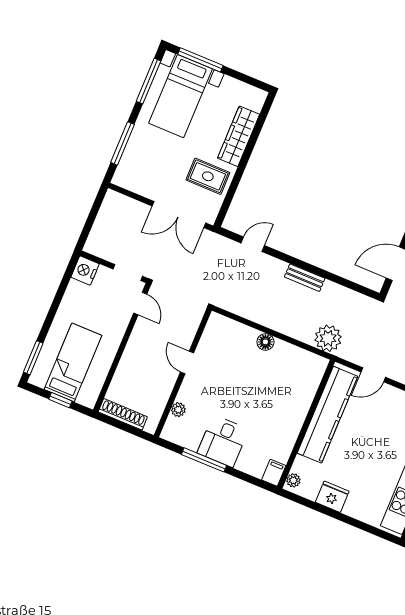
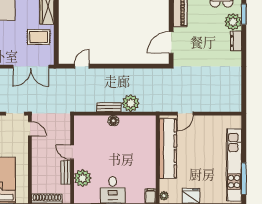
bench: (305, 278) -> (109, 107), moved
plant: (328, 338) -> (131, 103), moved
bench: (166, 388) -> (66, 172), added
plant: (178, 410) -> (83, 178), width x1.88, depth x1.88

